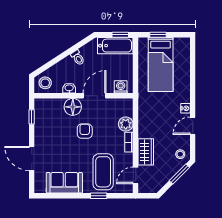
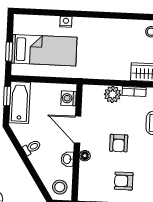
floor lamp: (73, 107) -> (85, 156), width x0.53, depth x0.53
nightstand: (185, 108) -> (66, 22), moved
door: (193, 126) -> (118, 16), removed
armchair: (85, 131) -> (119, 143), turned -90
armchair: (53, 137) -> (124, 181), added

